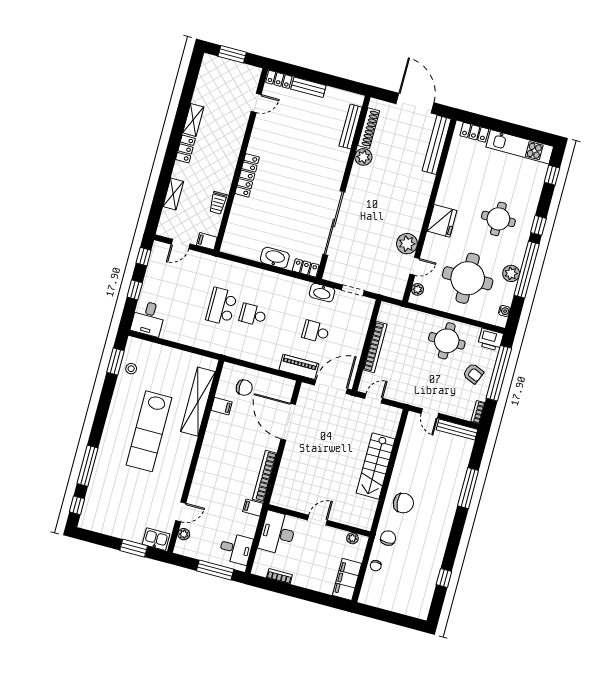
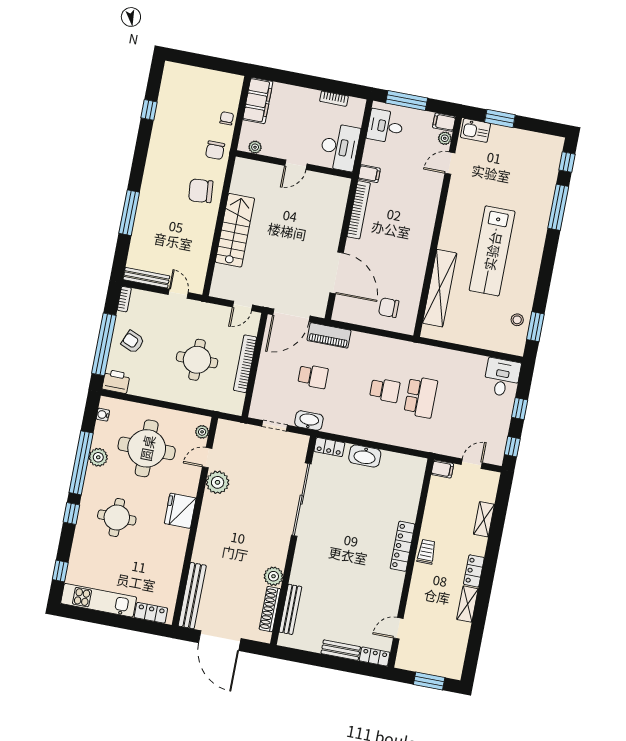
trolley: (218, 203) -> (426, 552), moved
round table: (447, 341) -> (197, 360), moved
filing cabinet: (222, 406) -> (444, 122), moved
lab bench: (149, 431) -> (492, 251), turned 180

